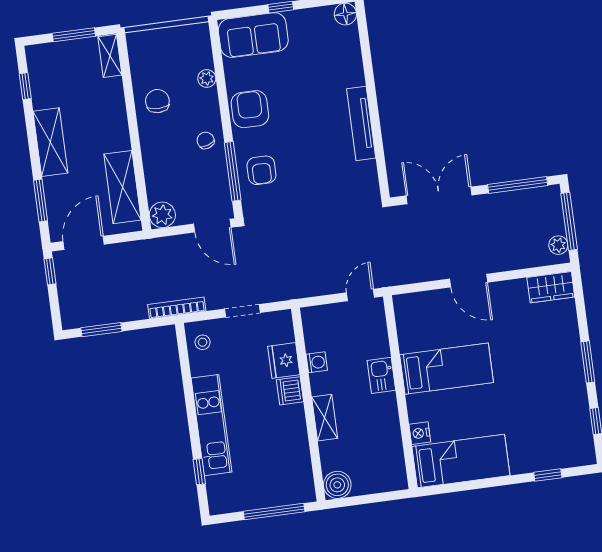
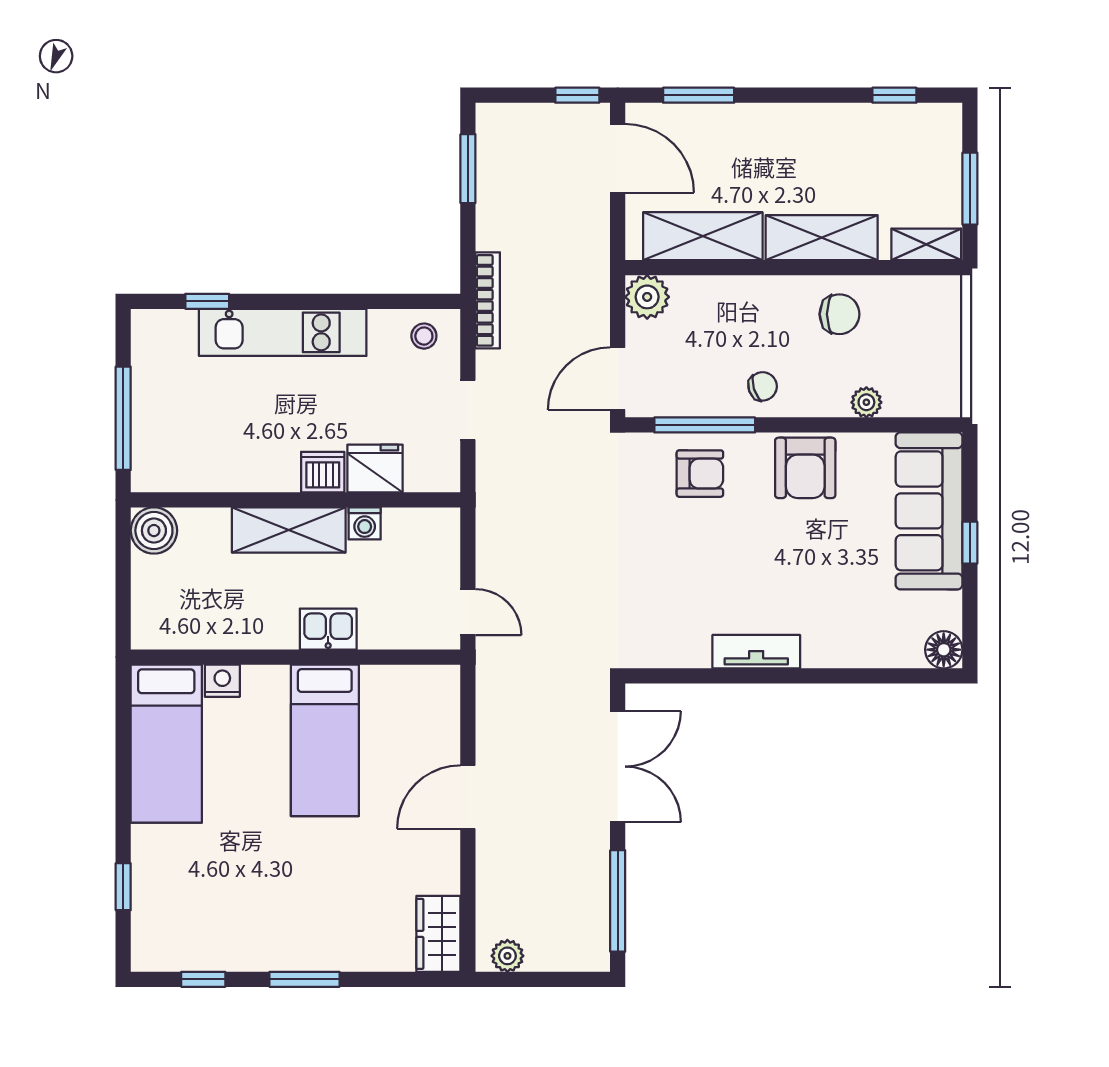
sofa: (253, 35) -> (929, 511), width x1.36
armchair: (250, 109) -> (805, 468), turned 90
tv unit: (361, 123) -> (756, 652), width x0.71
shelving: (50, 142) -> (822, 238), moved
armchair: (261, 170) -> (700, 474), turned 180
window: (569, 221) -> (545, 979), removed
shelving: (325, 418) -> (289, 530), width x1.50, depth x1.33

